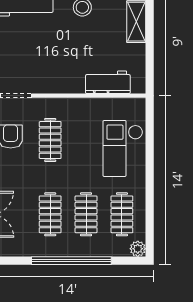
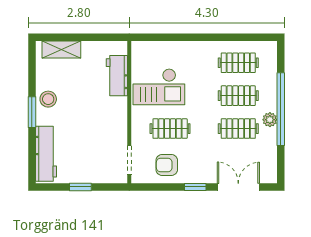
checkout: (123, 148) -> (159, 87), moved
plant: (138, 249) -> (270, 120), moved

